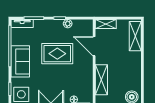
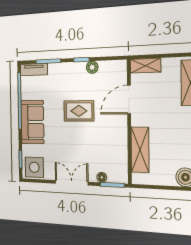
door: (94, 46) -> (129, 99), hinge flipped
rug: (57, 54) -> (79, 111), width x0.73, depth x0.70

